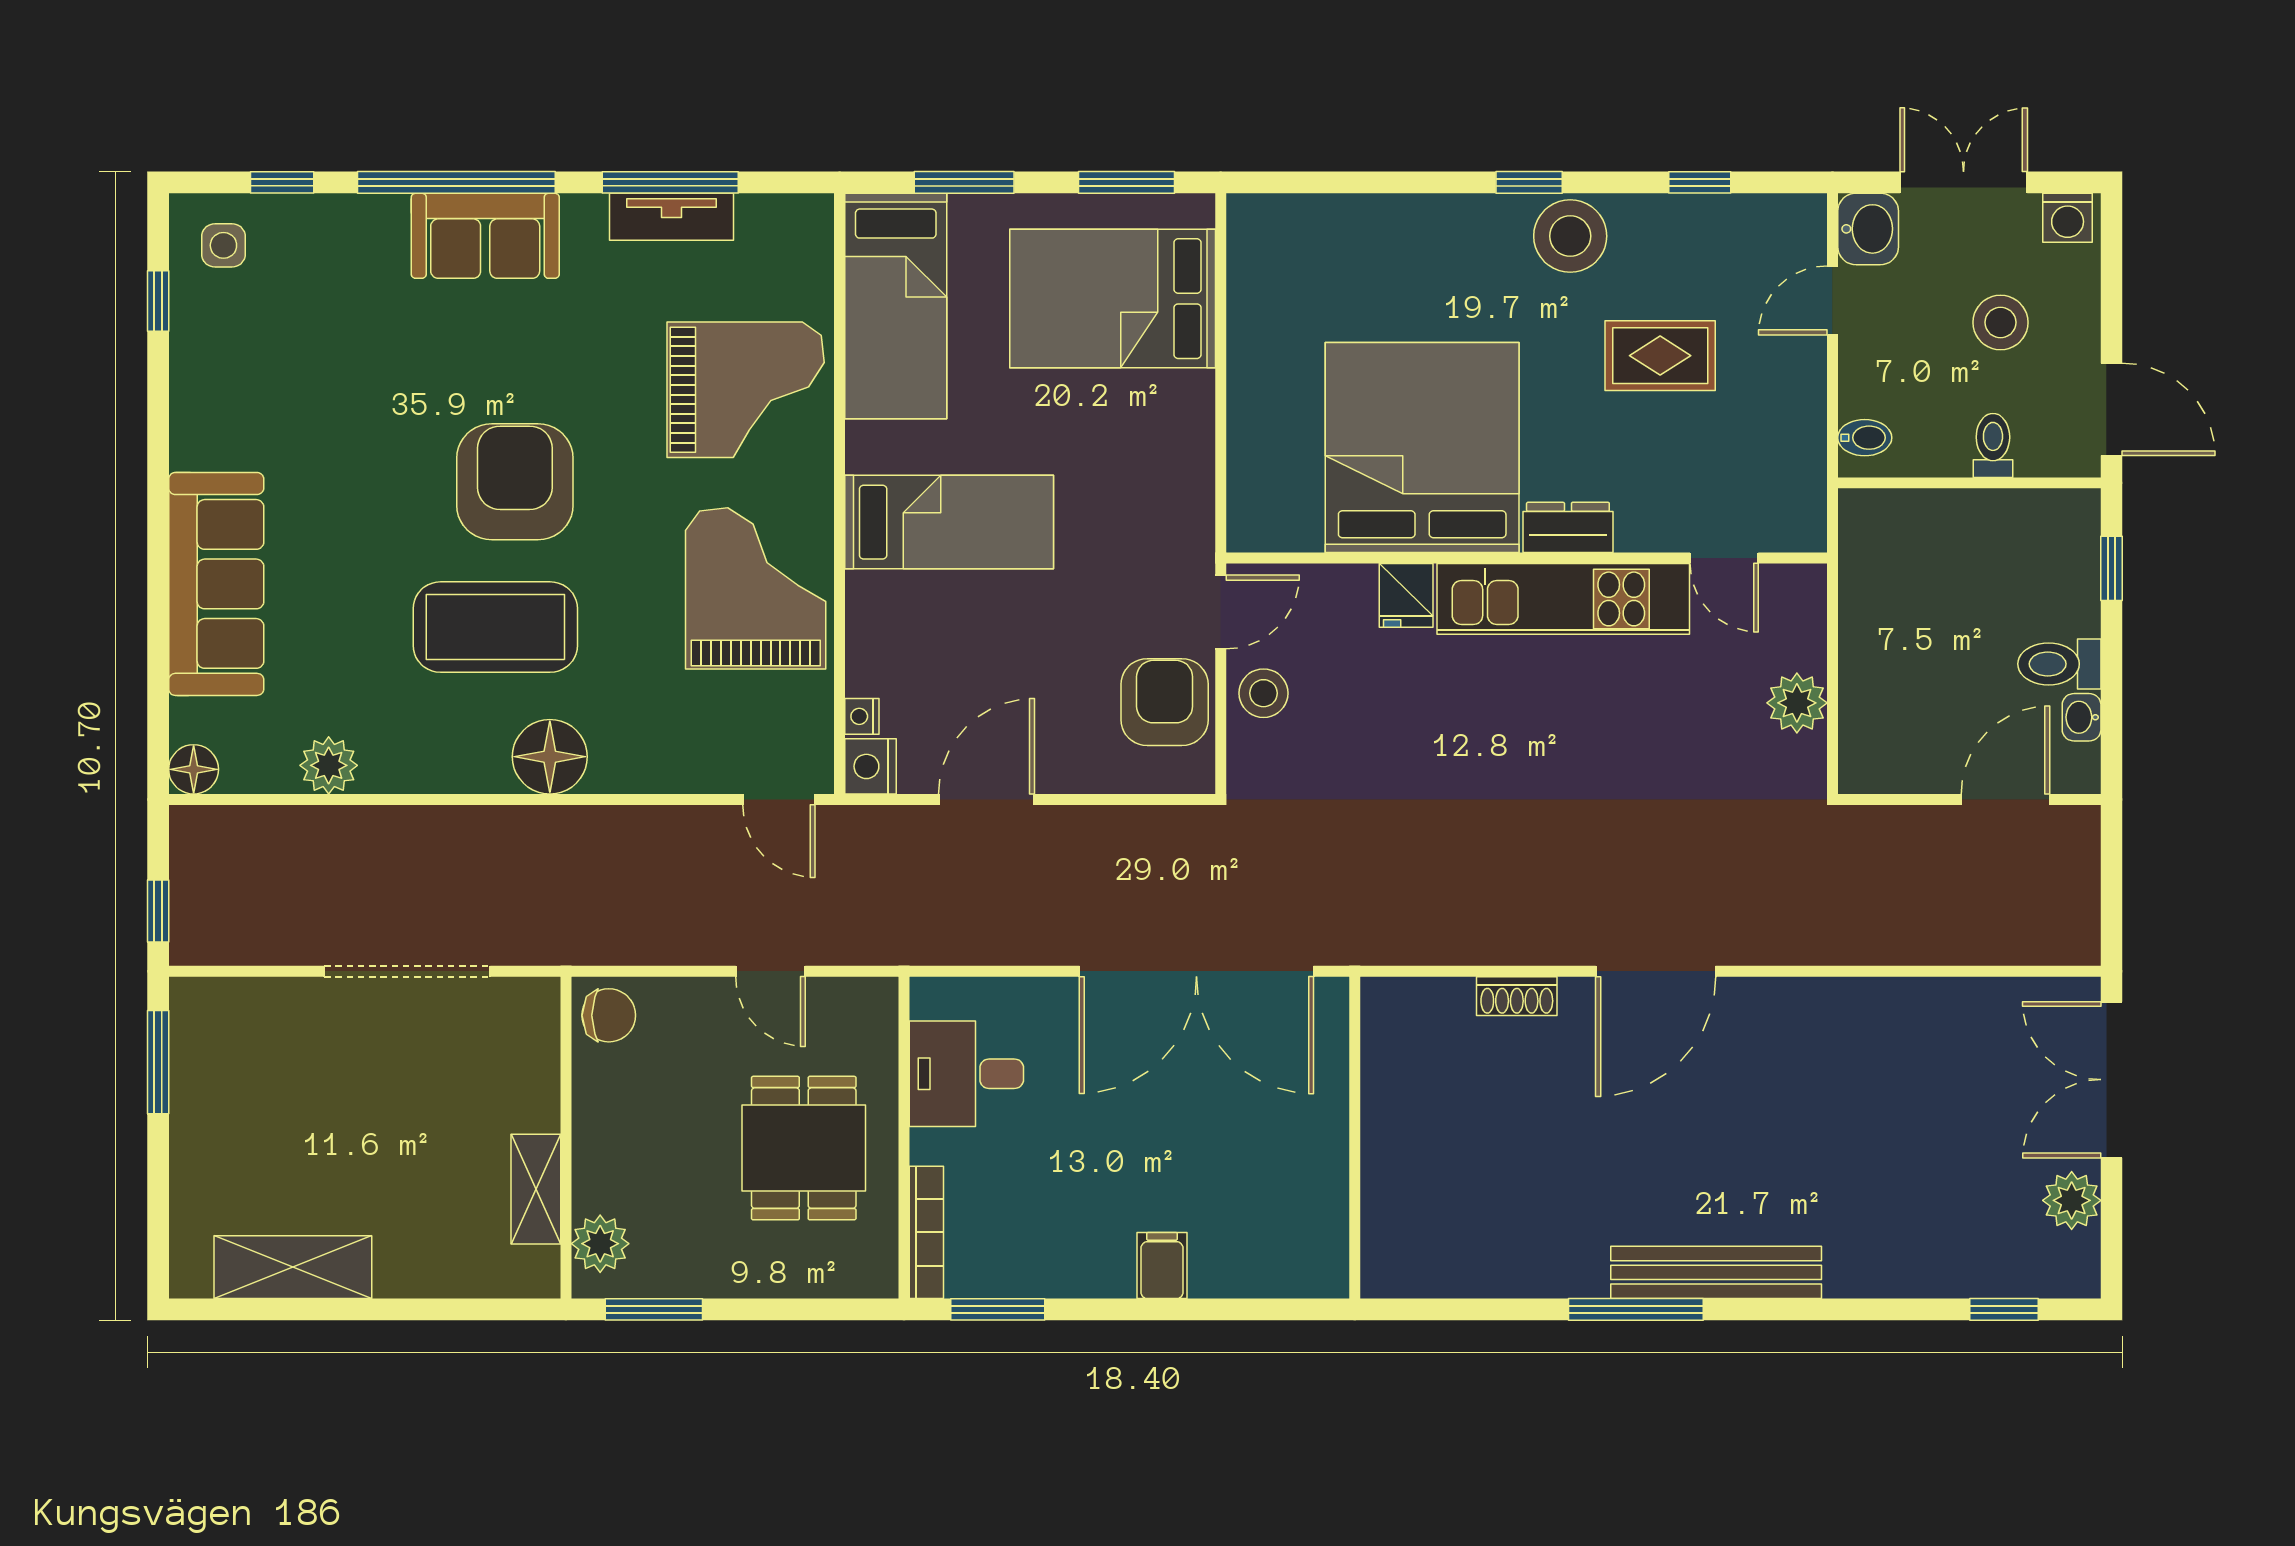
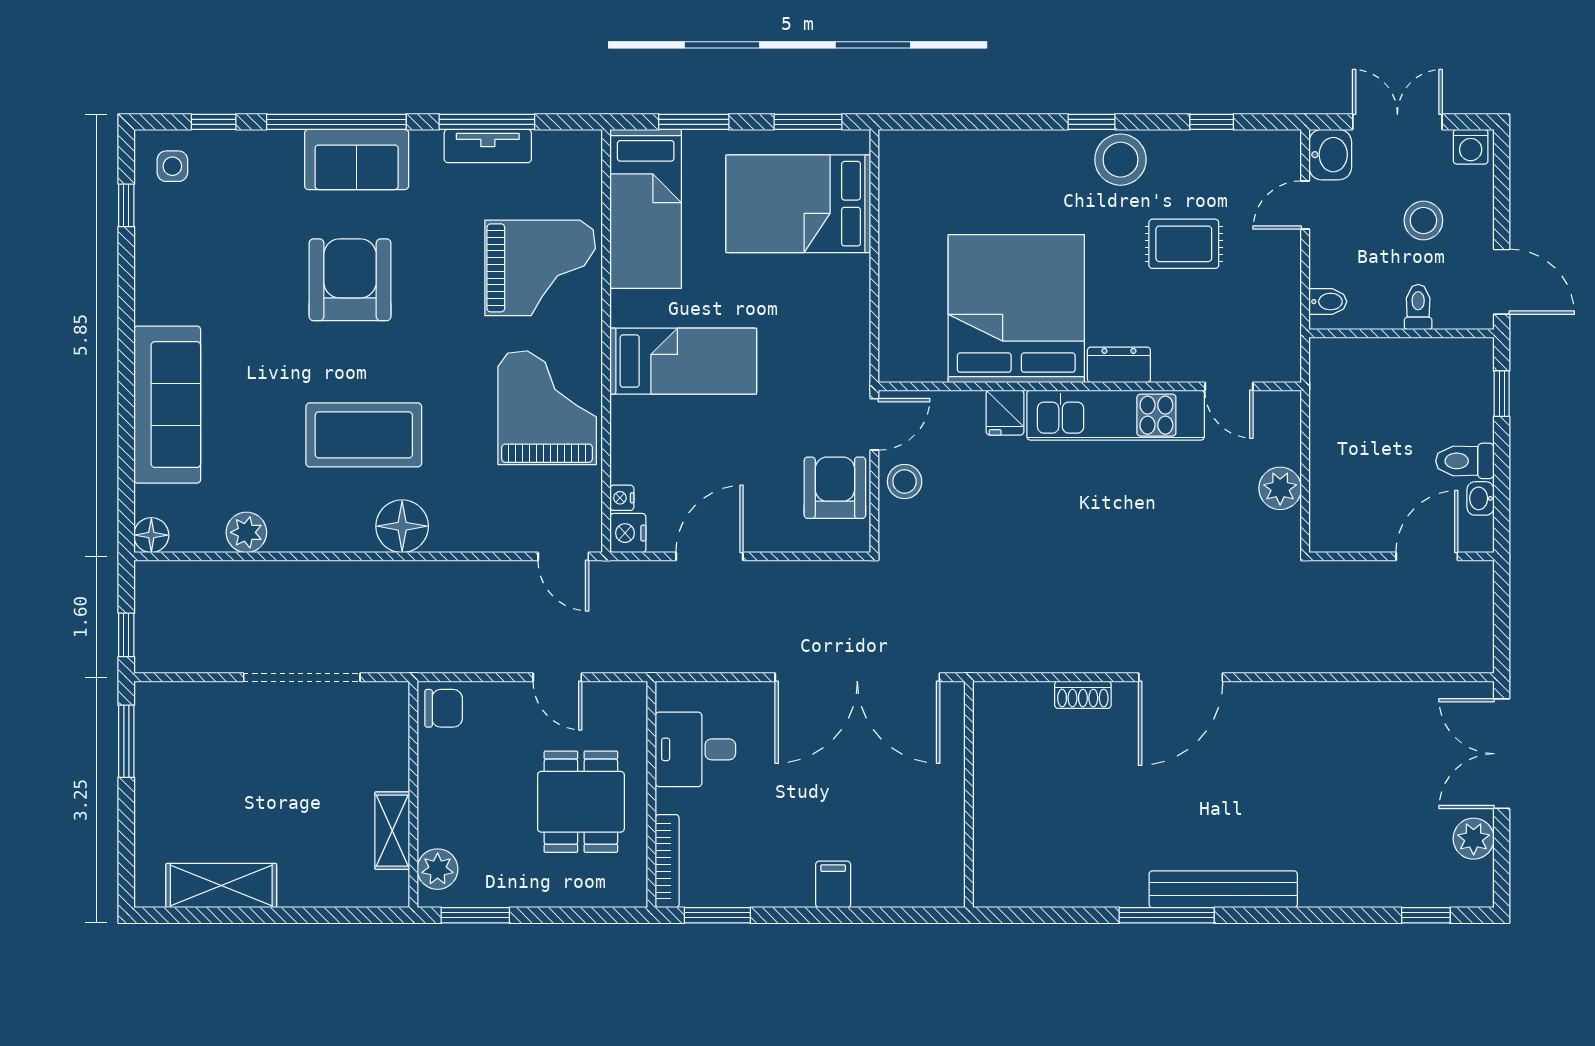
armchair: (515, 482) -> (350, 280), moved

